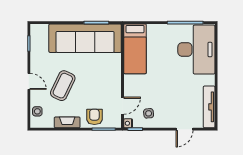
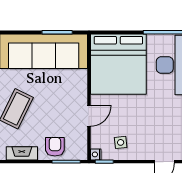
bed: (135, 49) -> (118, 64), width x2.04
door: (122, 106) -> (89, 116), moved

